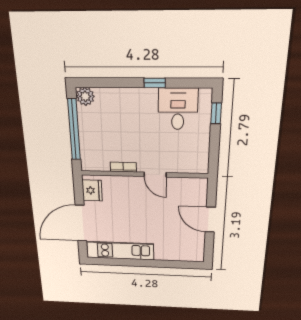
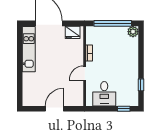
window: (155, 83) -> (141, 85), moved
desk: (178, 109) -> (104, 94), moved, turned 90

